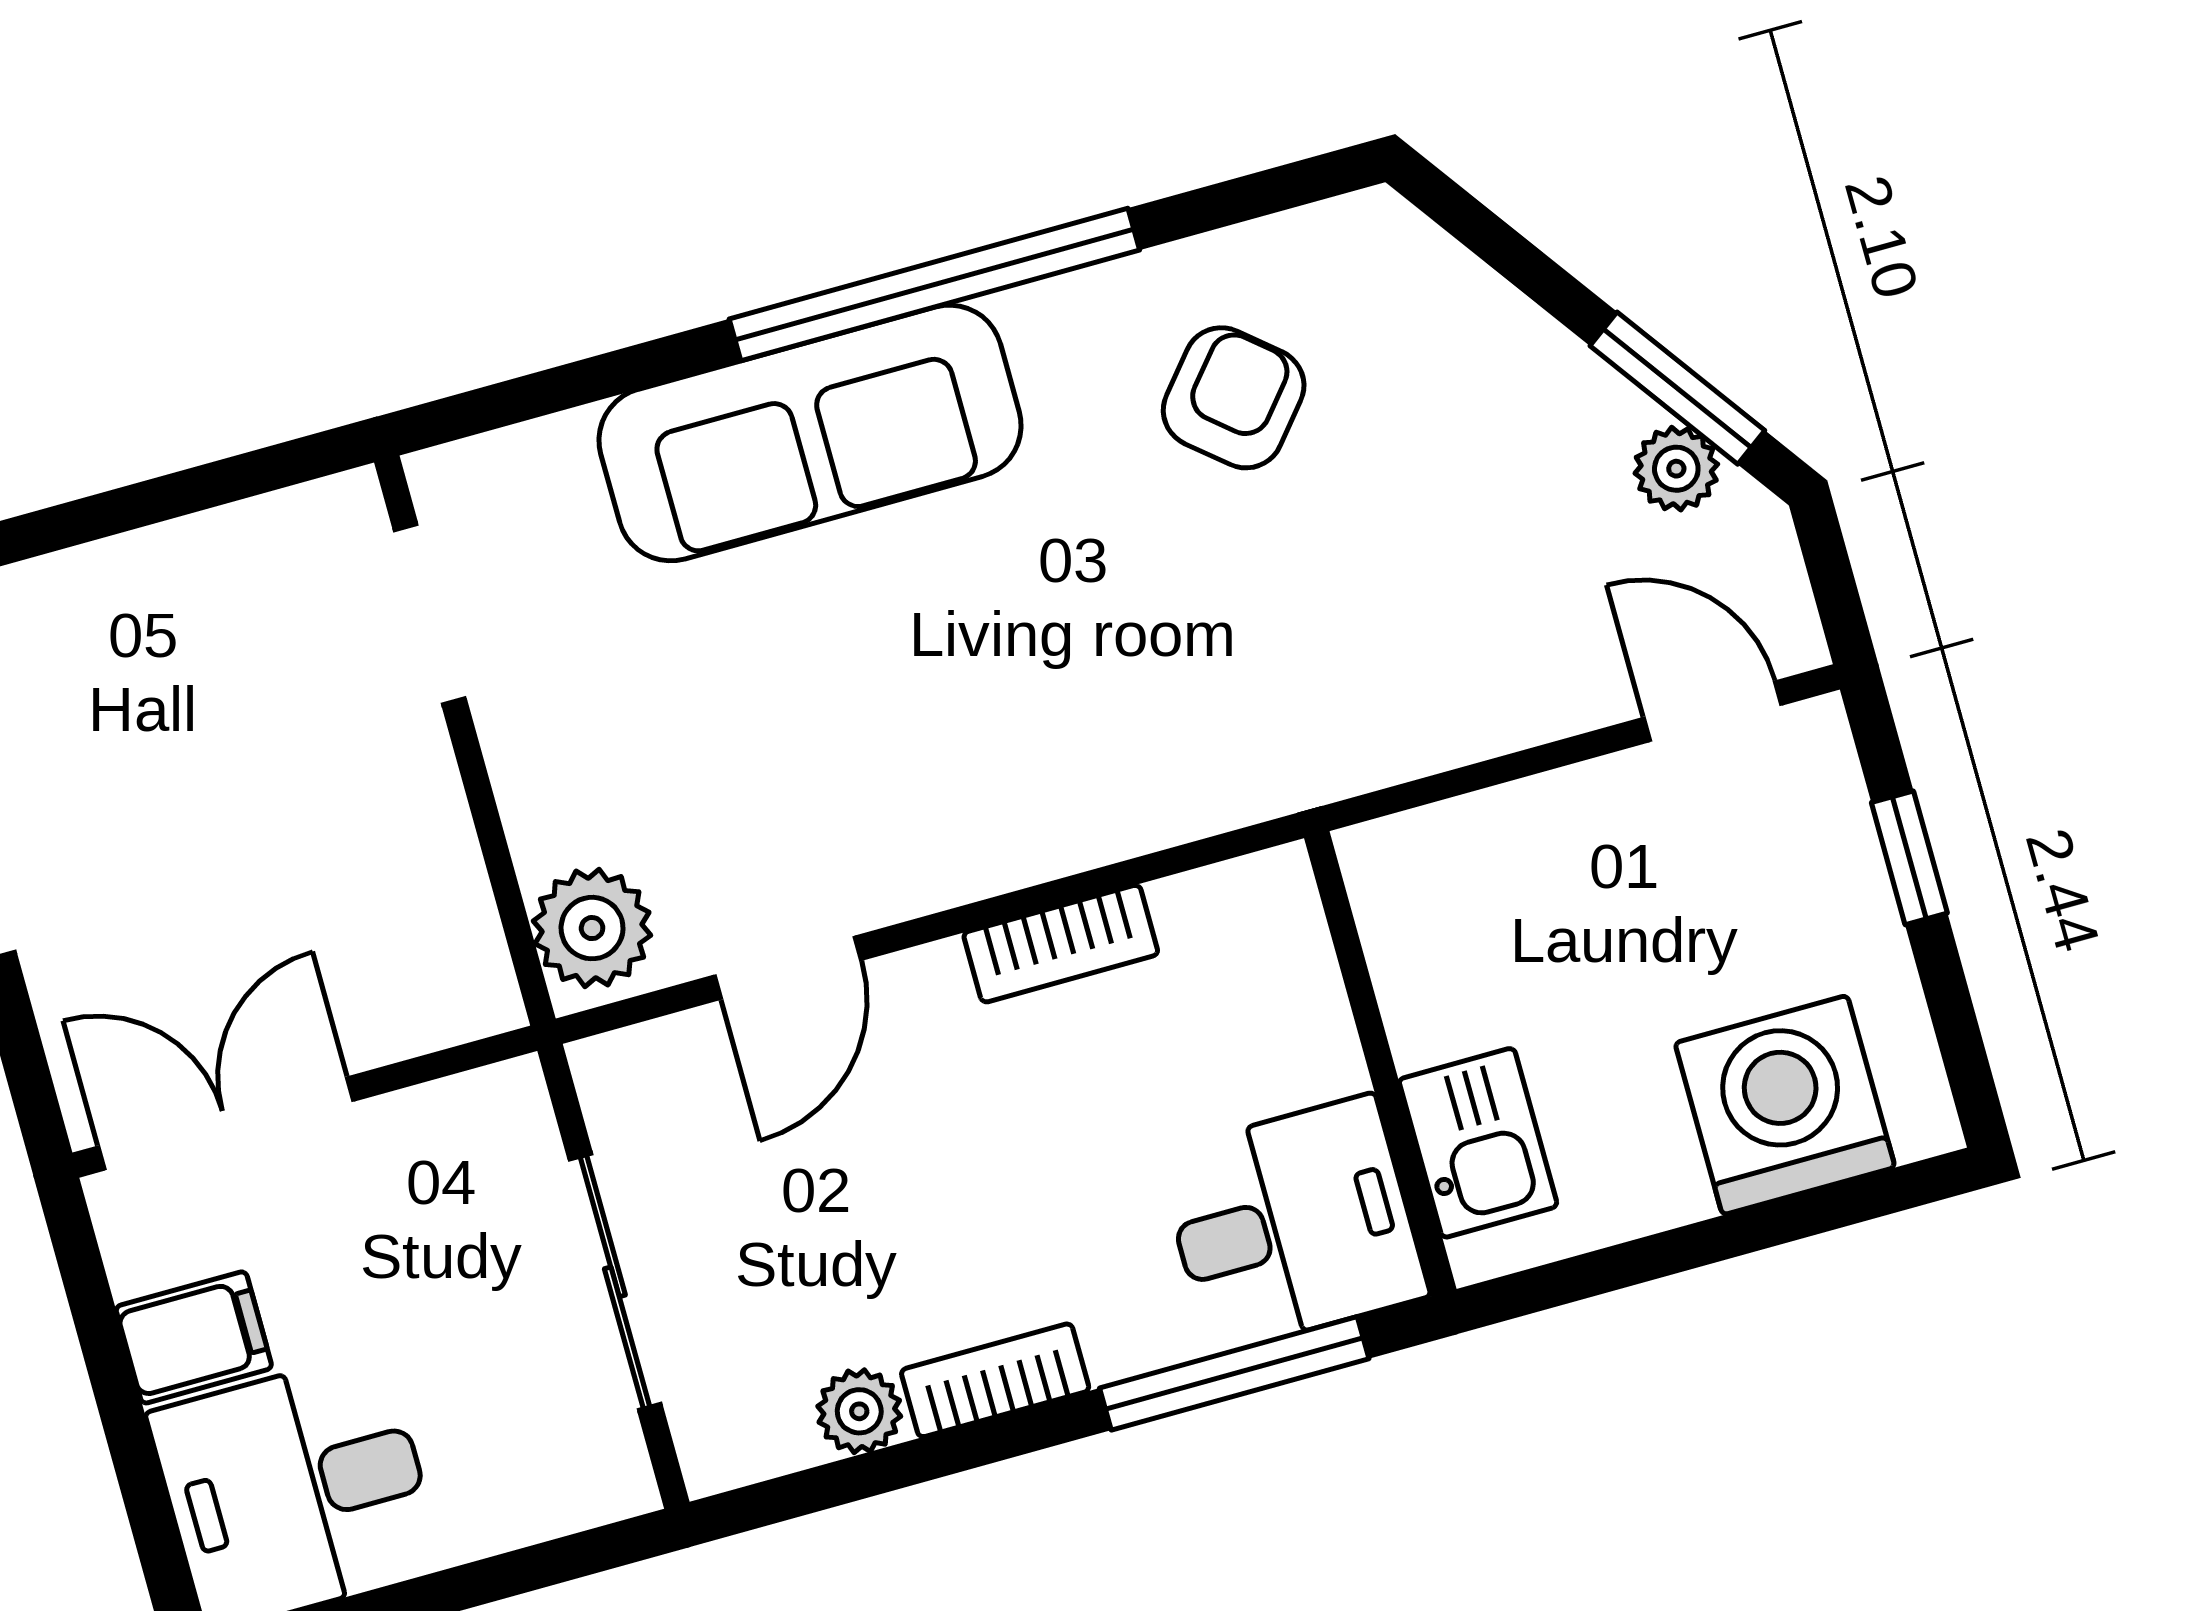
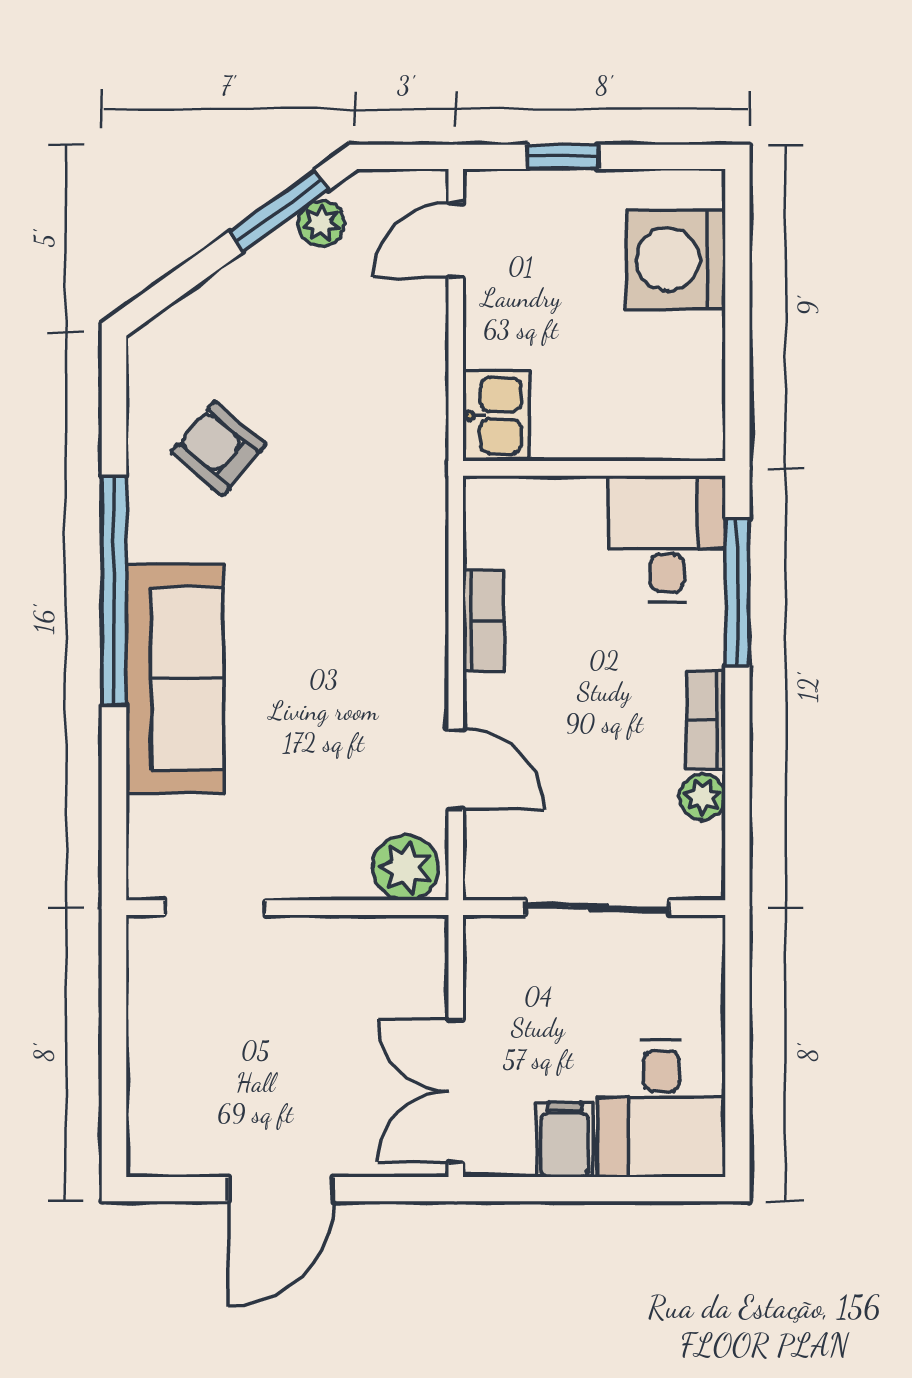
kitchen sink: (1478, 1143) -> (496, 416), moved, turned 90

